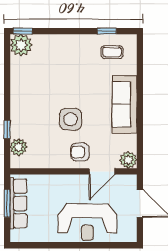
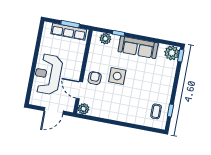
sofa: (125, 104) -> (138, 47), moved, turned 180

